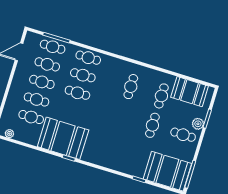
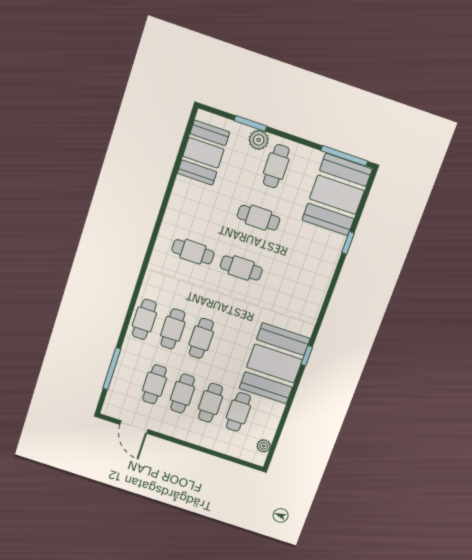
cafe table: (53, 47) -> (126, 375), removed
cafe table: (161, 96) -> (241, 268), moved

